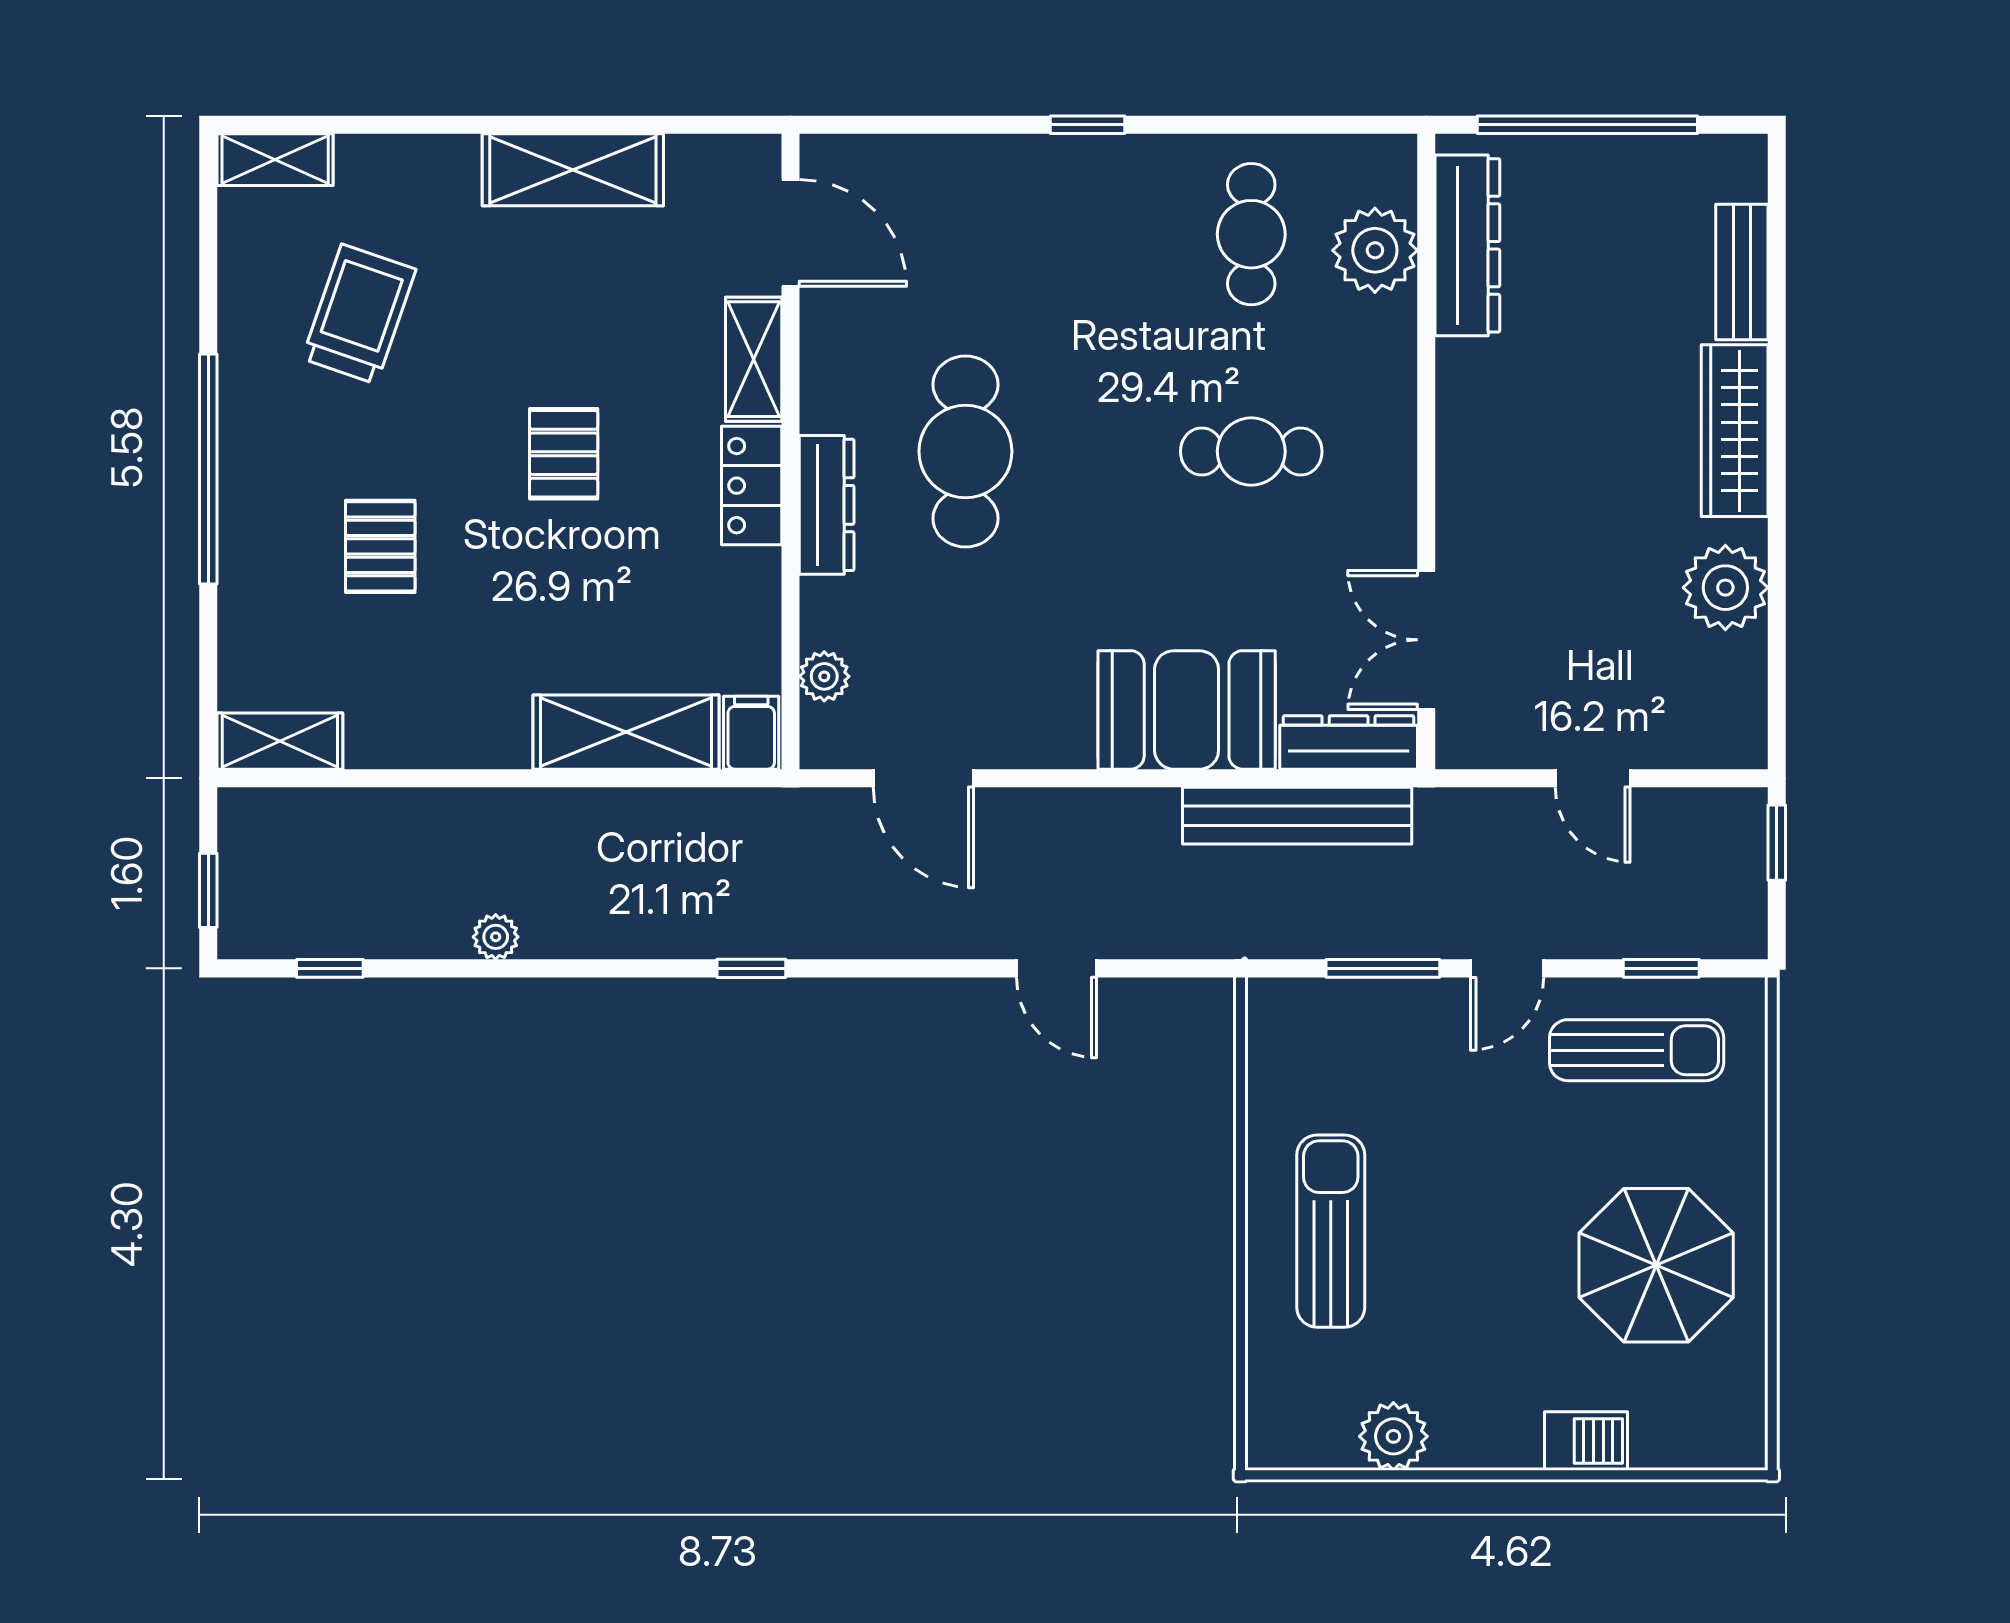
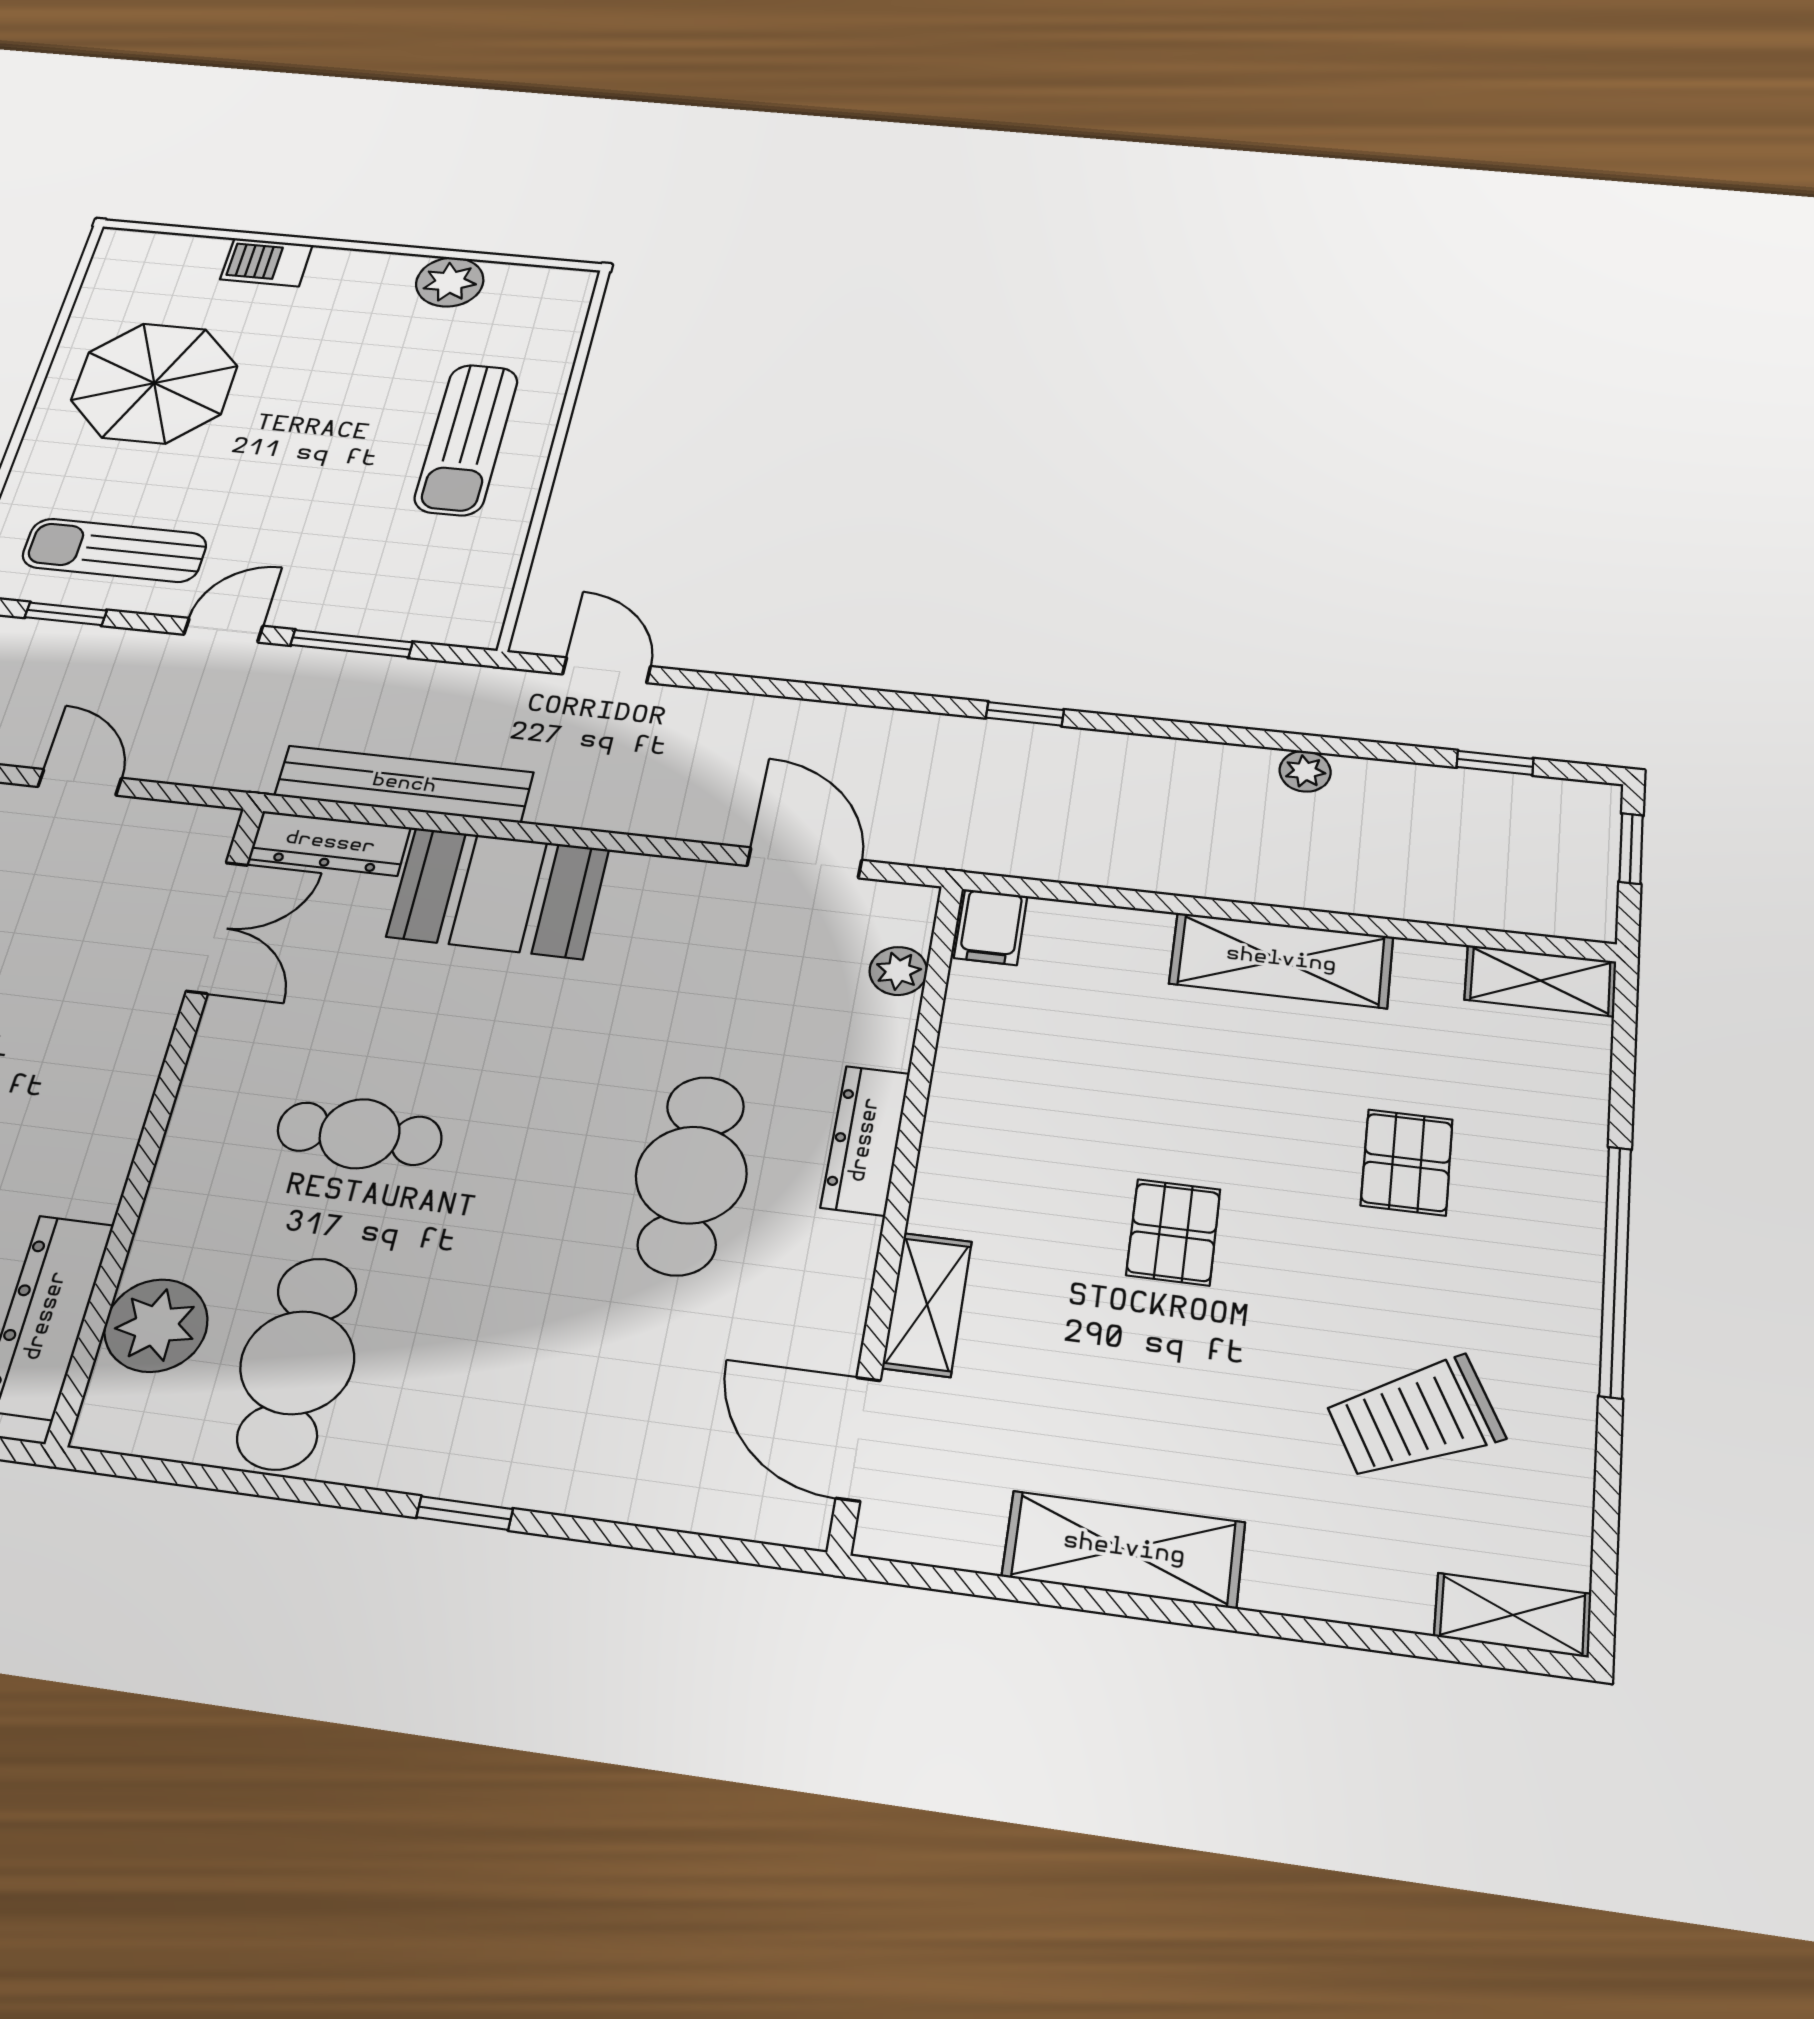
cafe table: (1251, 234) -> (297, 1363), width x1.37, depth x1.35
trolley: (359, 314) -> (1415, 1418), turned 44
locker: (752, 486) -> (951, 1171), removed
shelving: (626, 732) -> (1281, 960), moved
door: (1057, 968) -> (607, 670), moved

